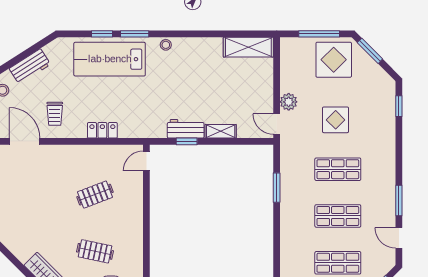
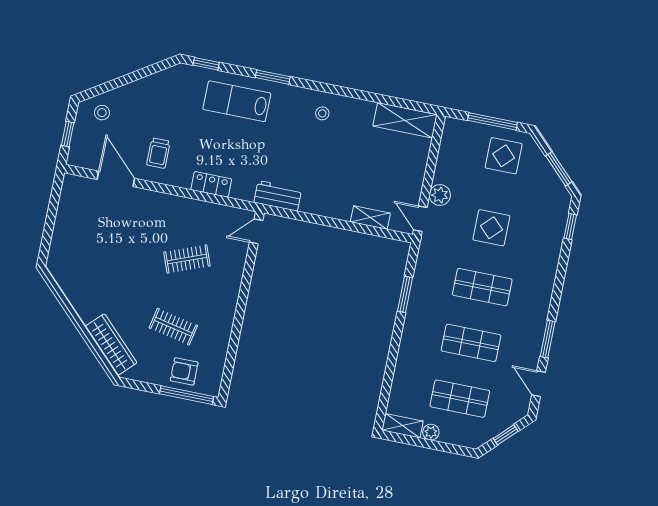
window: (102, 34) -> (206, 64), moved
stool: (166, 45) -> (322, 113), moved
window: (370, 51) -> (559, 169), moved
lab bench: (110, 59) -> (237, 101), width x0.73, depth x0.72
display table: (334, 60) -> (504, 156), width x0.73, depth x0.73
workbench: (30, 66) -> (140, 91), removed
workbench: (186, 129) -> (278, 196), moved
shelving: (221, 131) -> (370, 218), moved
window: (187, 141) -> (309, 218), removed

